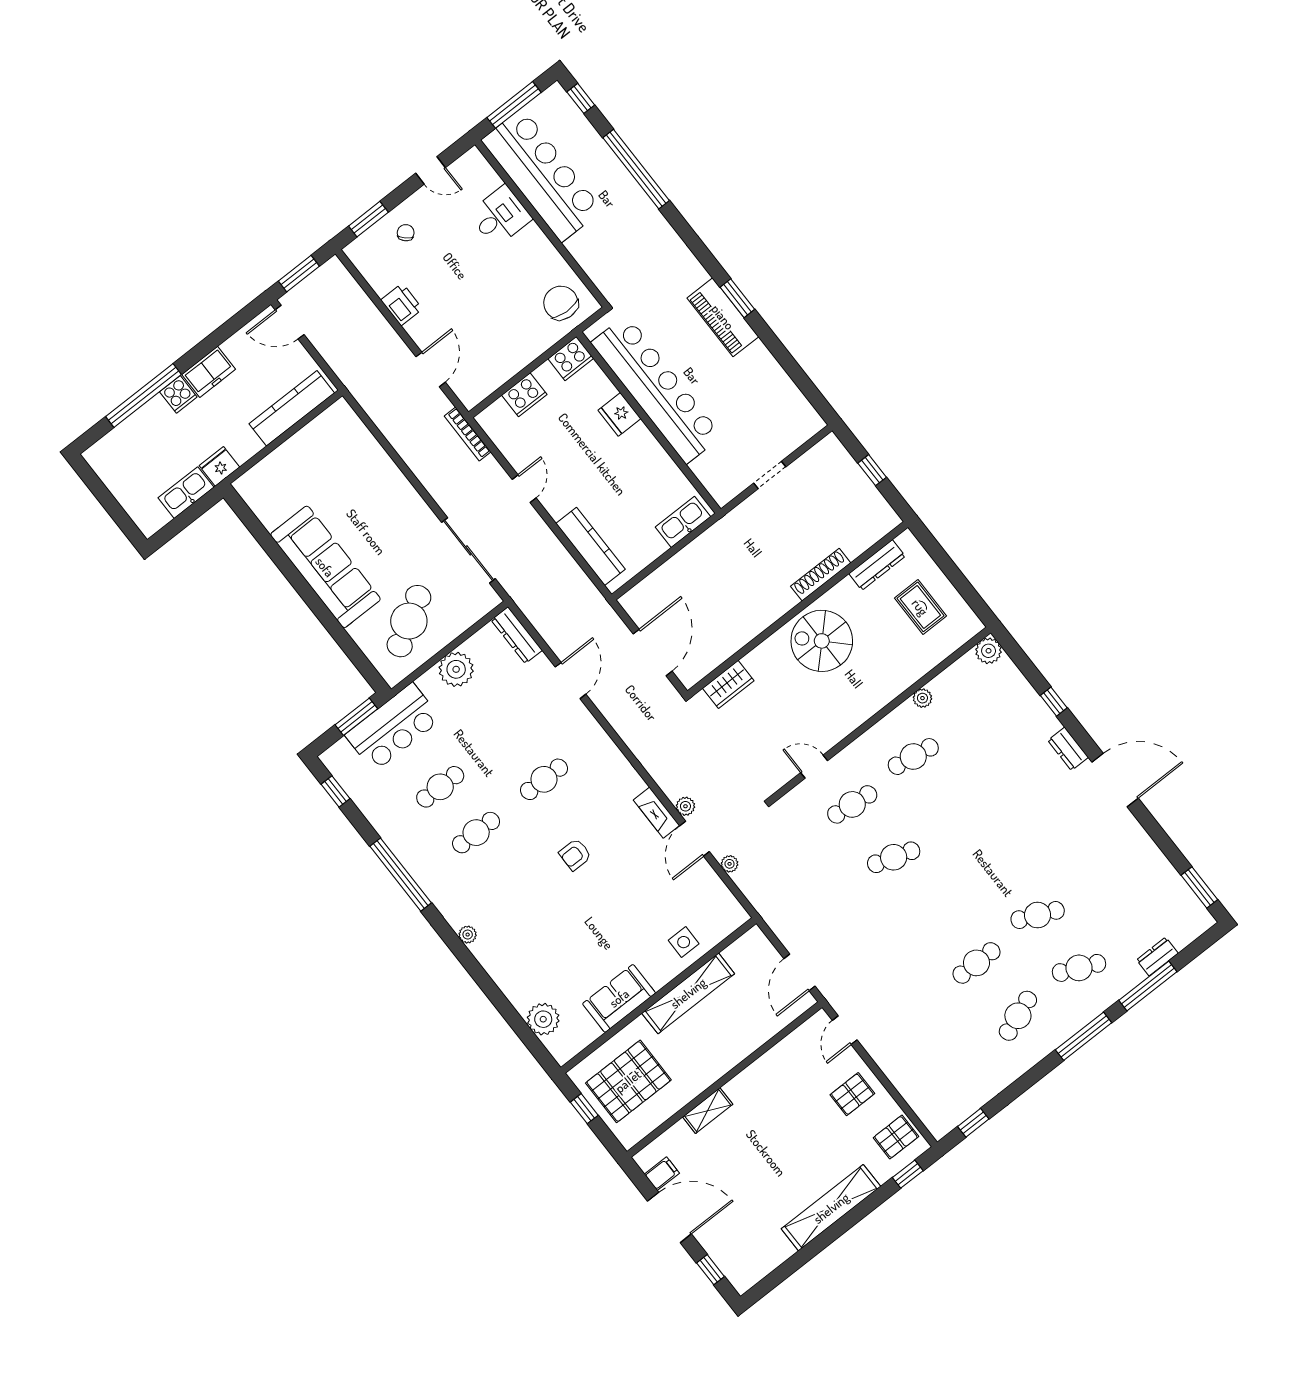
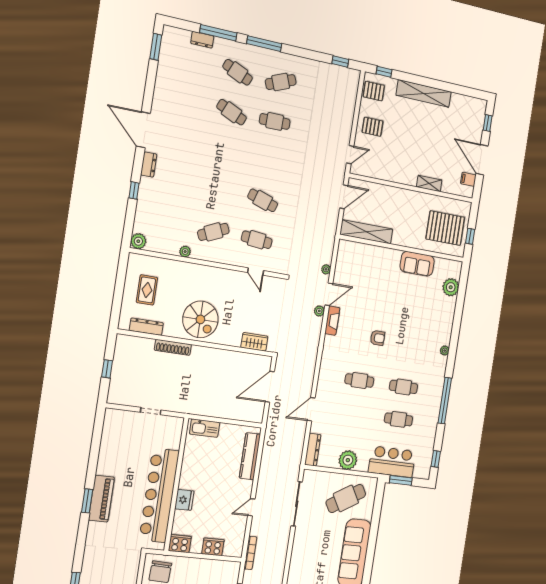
cafe table: (913, 757) -> (213, 232), turned -33
side table: (684, 942) -> (373, 258), removed
shelving: (688, 993) -> (366, 232), moved

